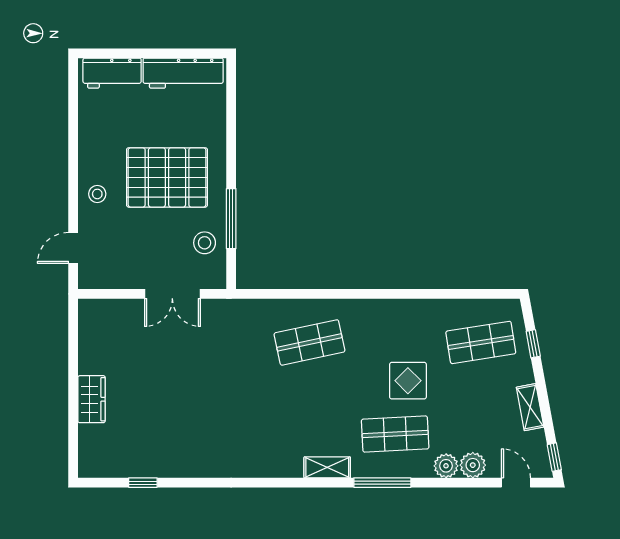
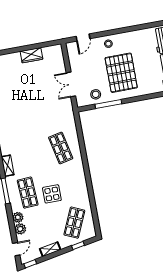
door: (73, 248) -> (83, 38), swing flipped
shop shelf: (481, 342) -> (74, 223), turned 33
wardrobe: (92, 399) -> (31, 55), moved

